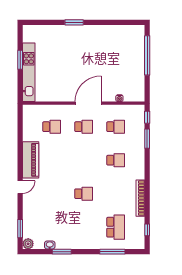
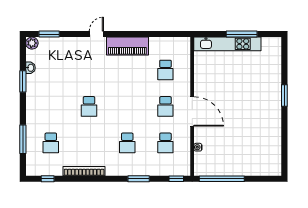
window: (147, 55) -> (222, 179), moved
window: (20, 60) -> (242, 34), width x1.44
window: (147, 139) -> (139, 179), moved
door: (20, 187) -> (96, 34), swing flipped
school desk: (116, 227) -> (51, 143), width x0.54

